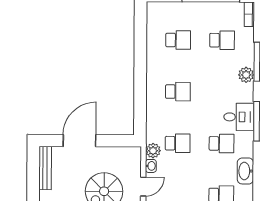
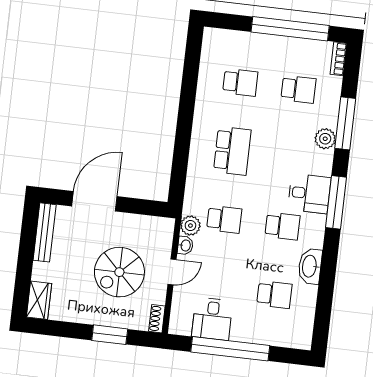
school desk: (178, 92) -> (232, 151), width x1.85

